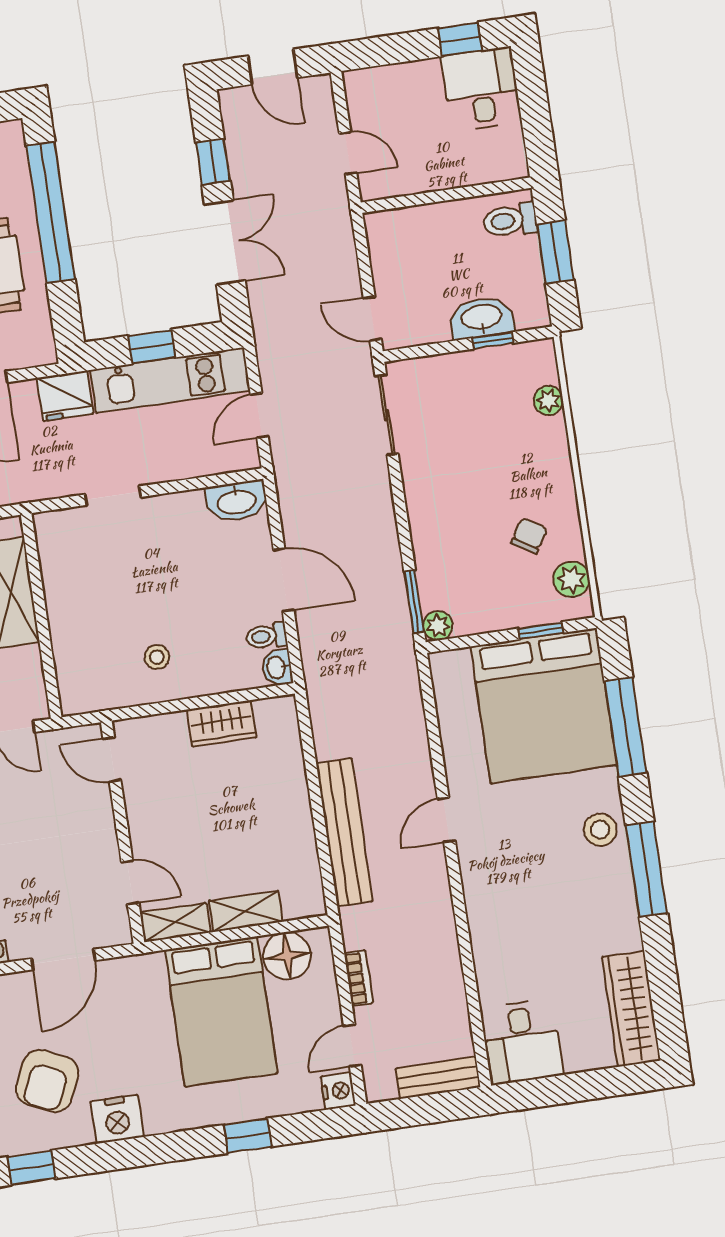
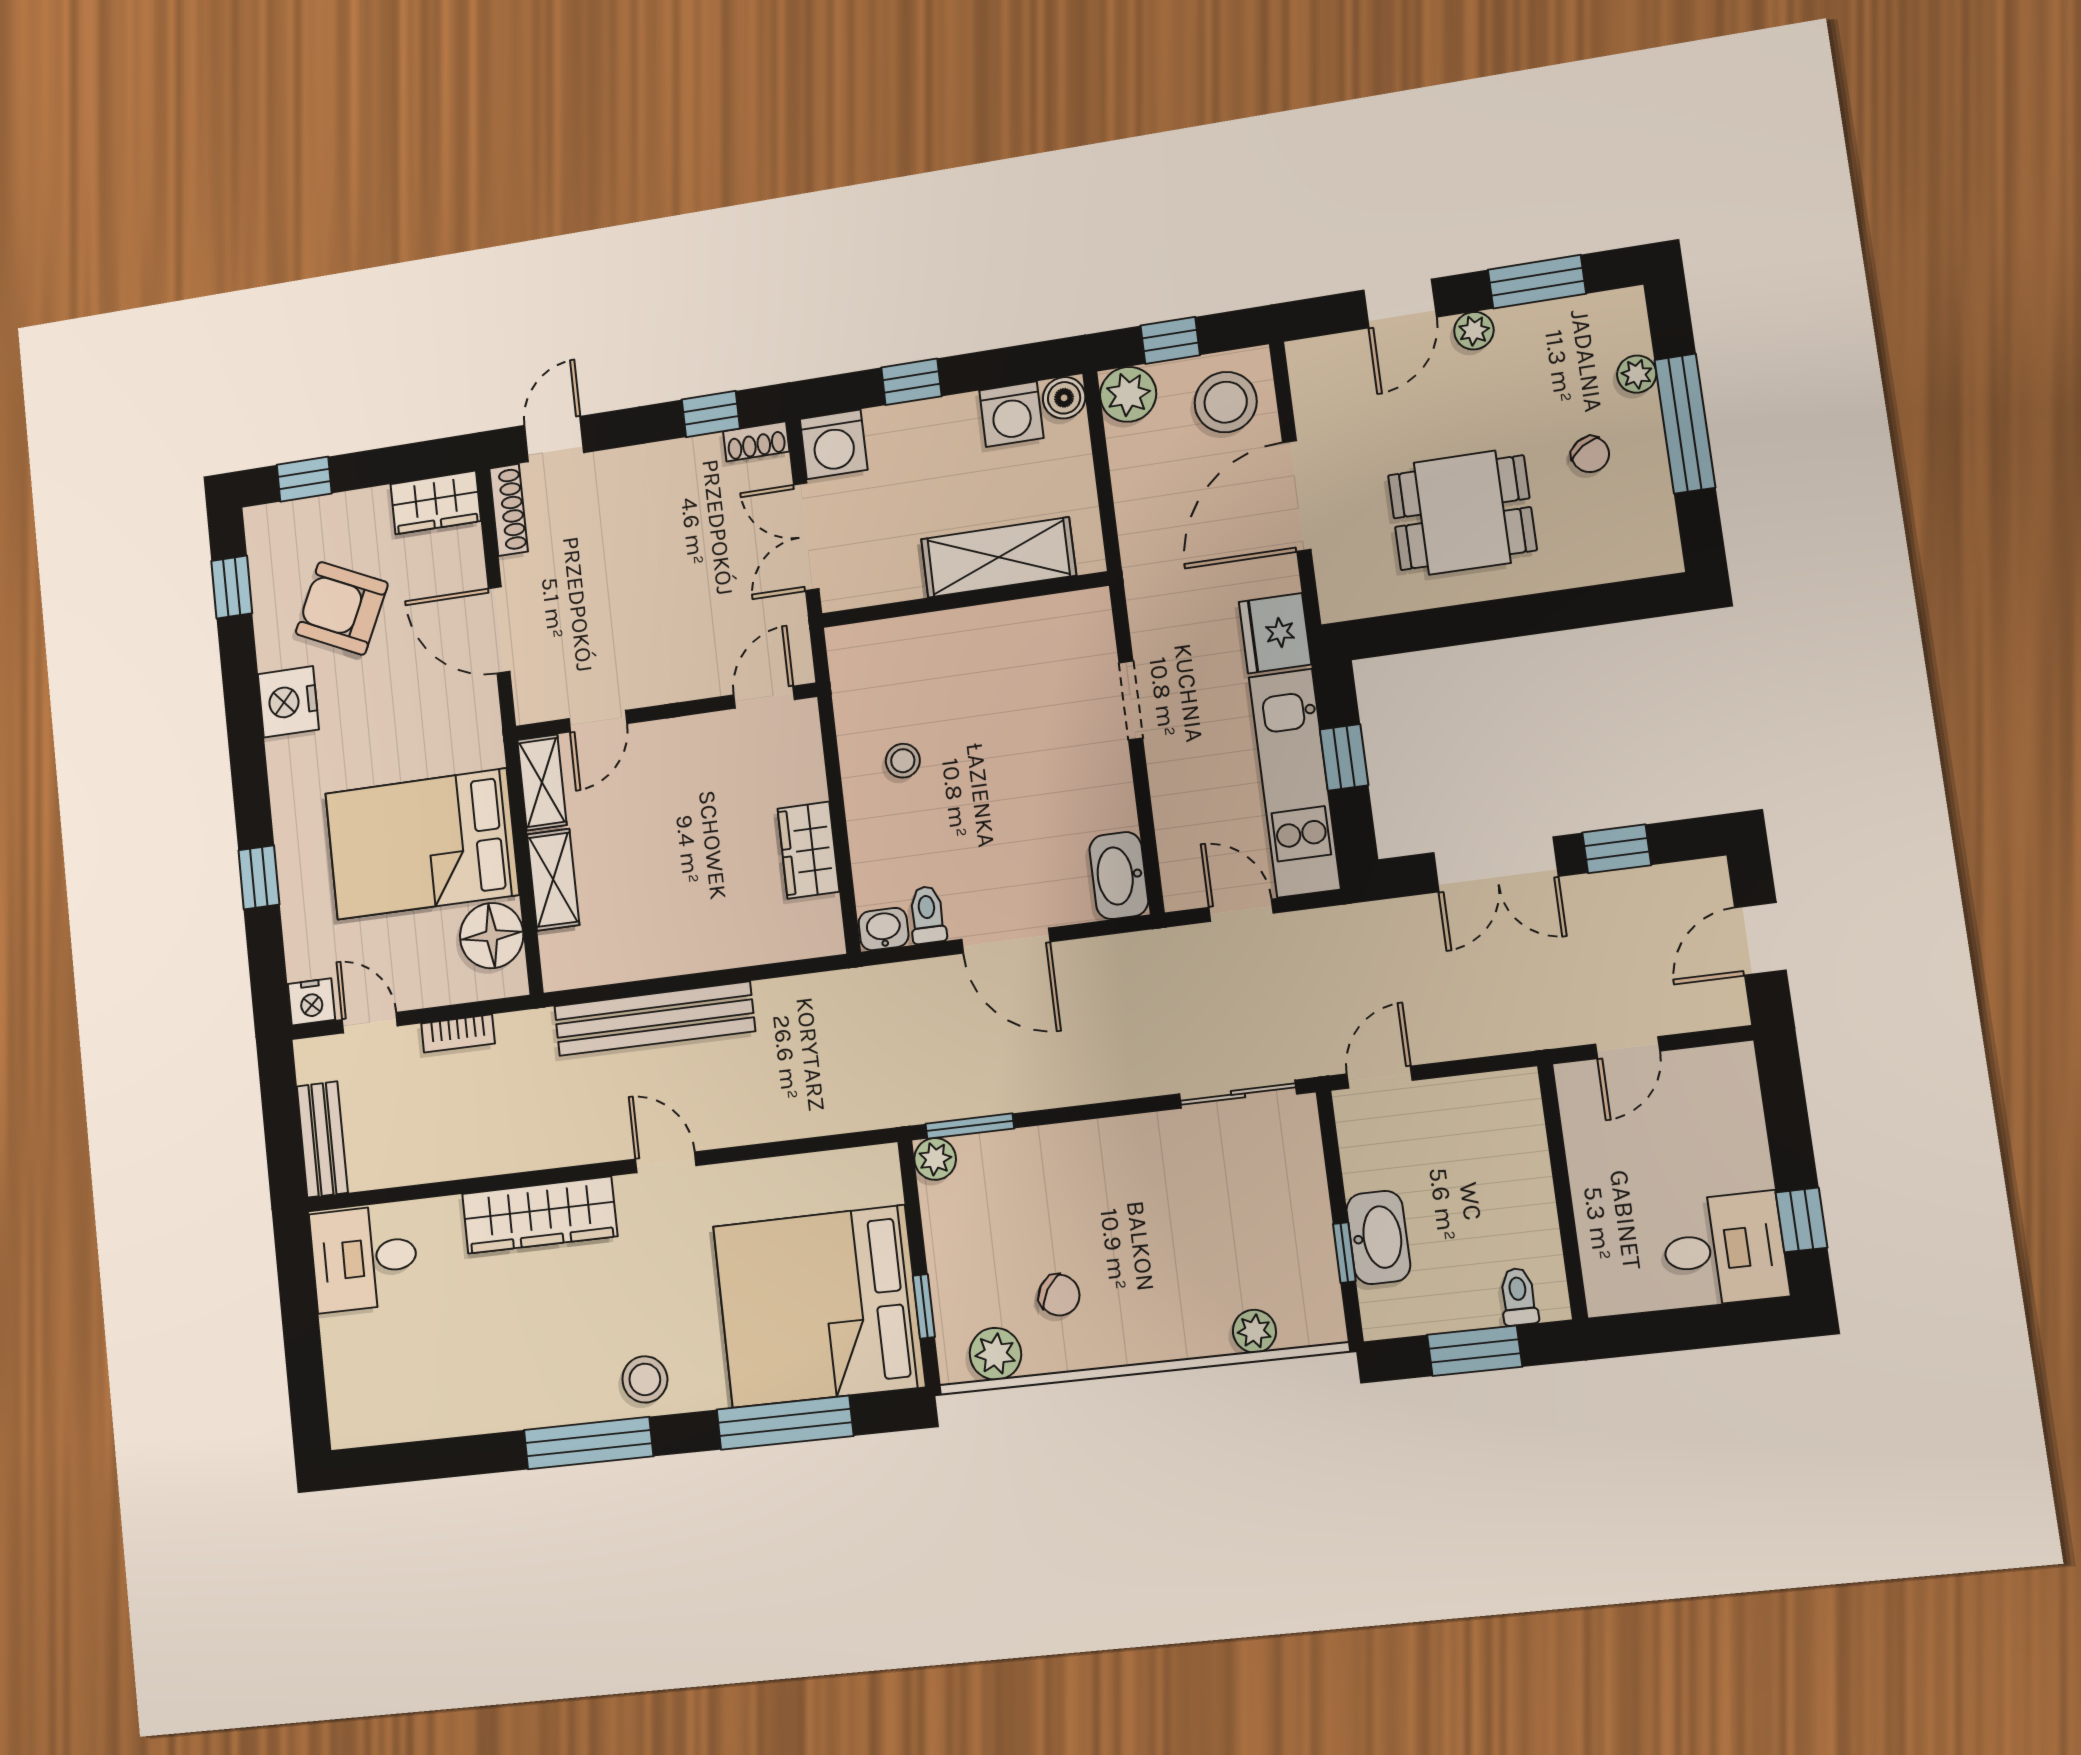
window: (51, 213) -> (1543, 613), removed
toilet: (510, 220) -> (1518, 1297), width x0.73, depth x0.72
door: (284, 580) -> (1006, 941), hinge flipped
wardrobe: (631, 1009) -> (540, 1215), moved, turned 180

